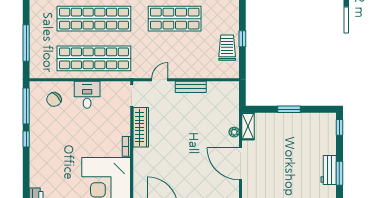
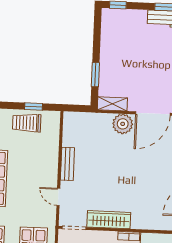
window: (242, 39) -> (34, 106), moved
window: (289, 109) -> (95, 75), moved
plant: (234, 132) -> (123, 124), width x1.88, depth x1.88

